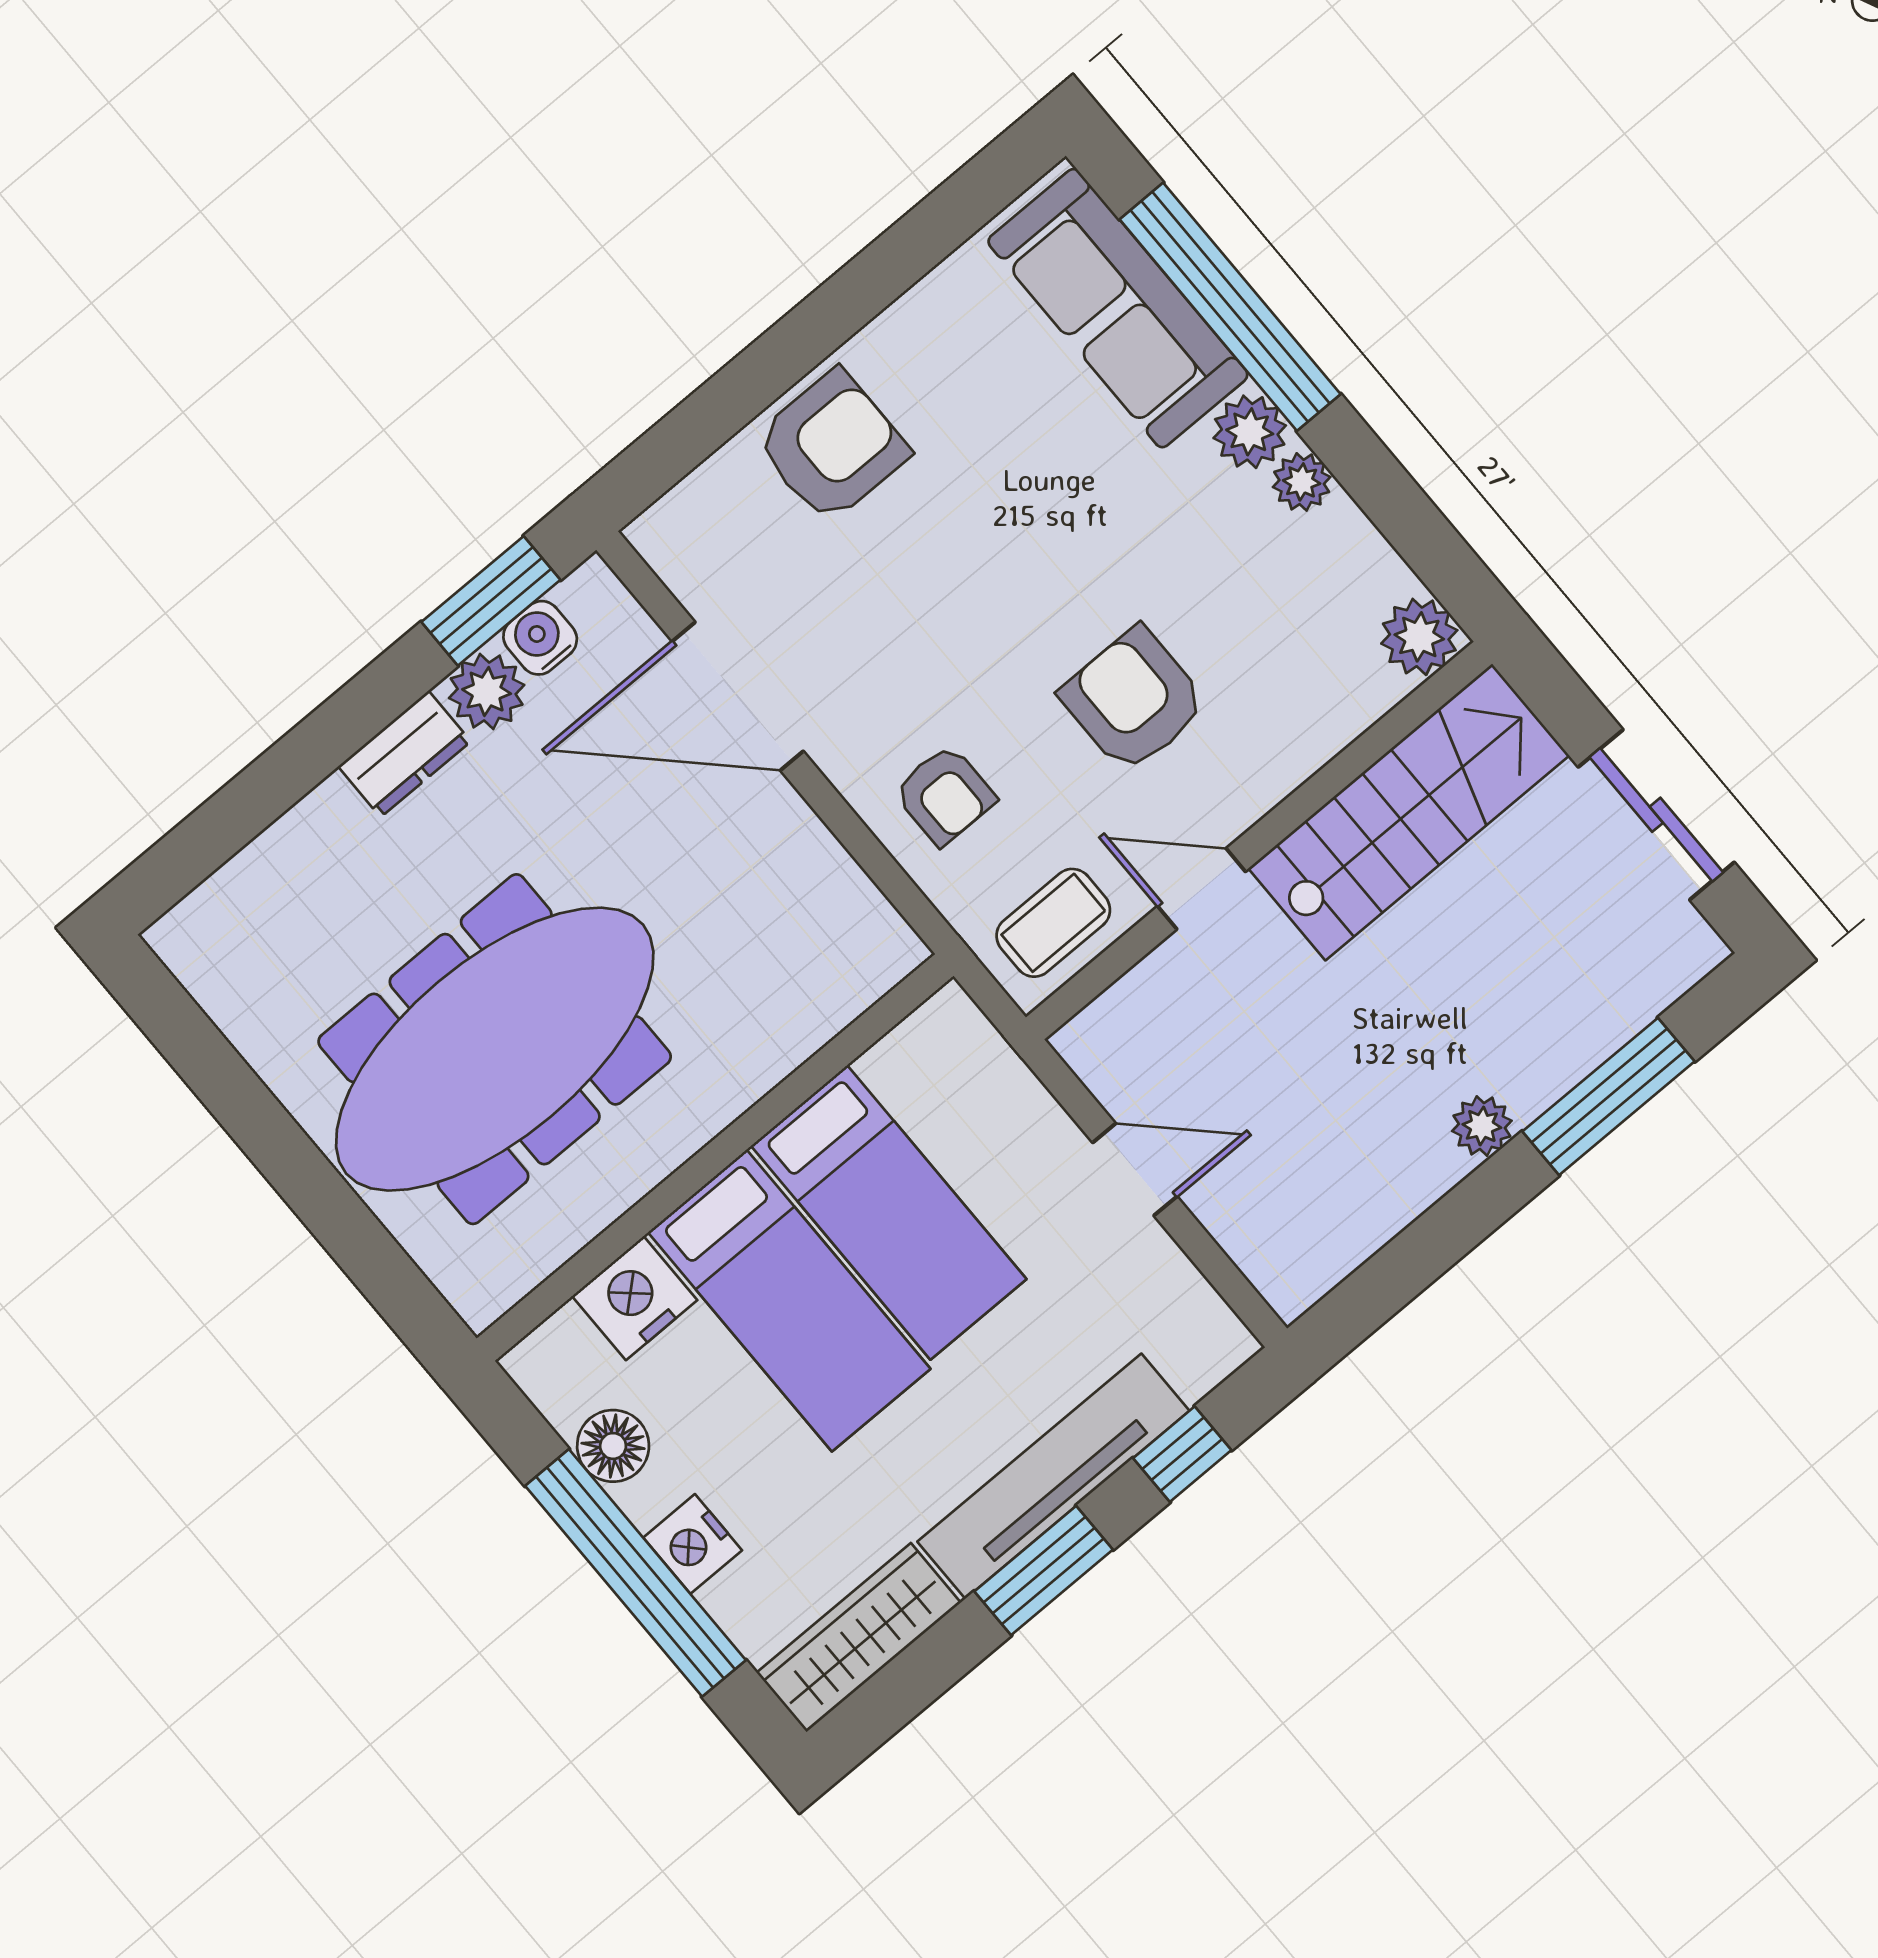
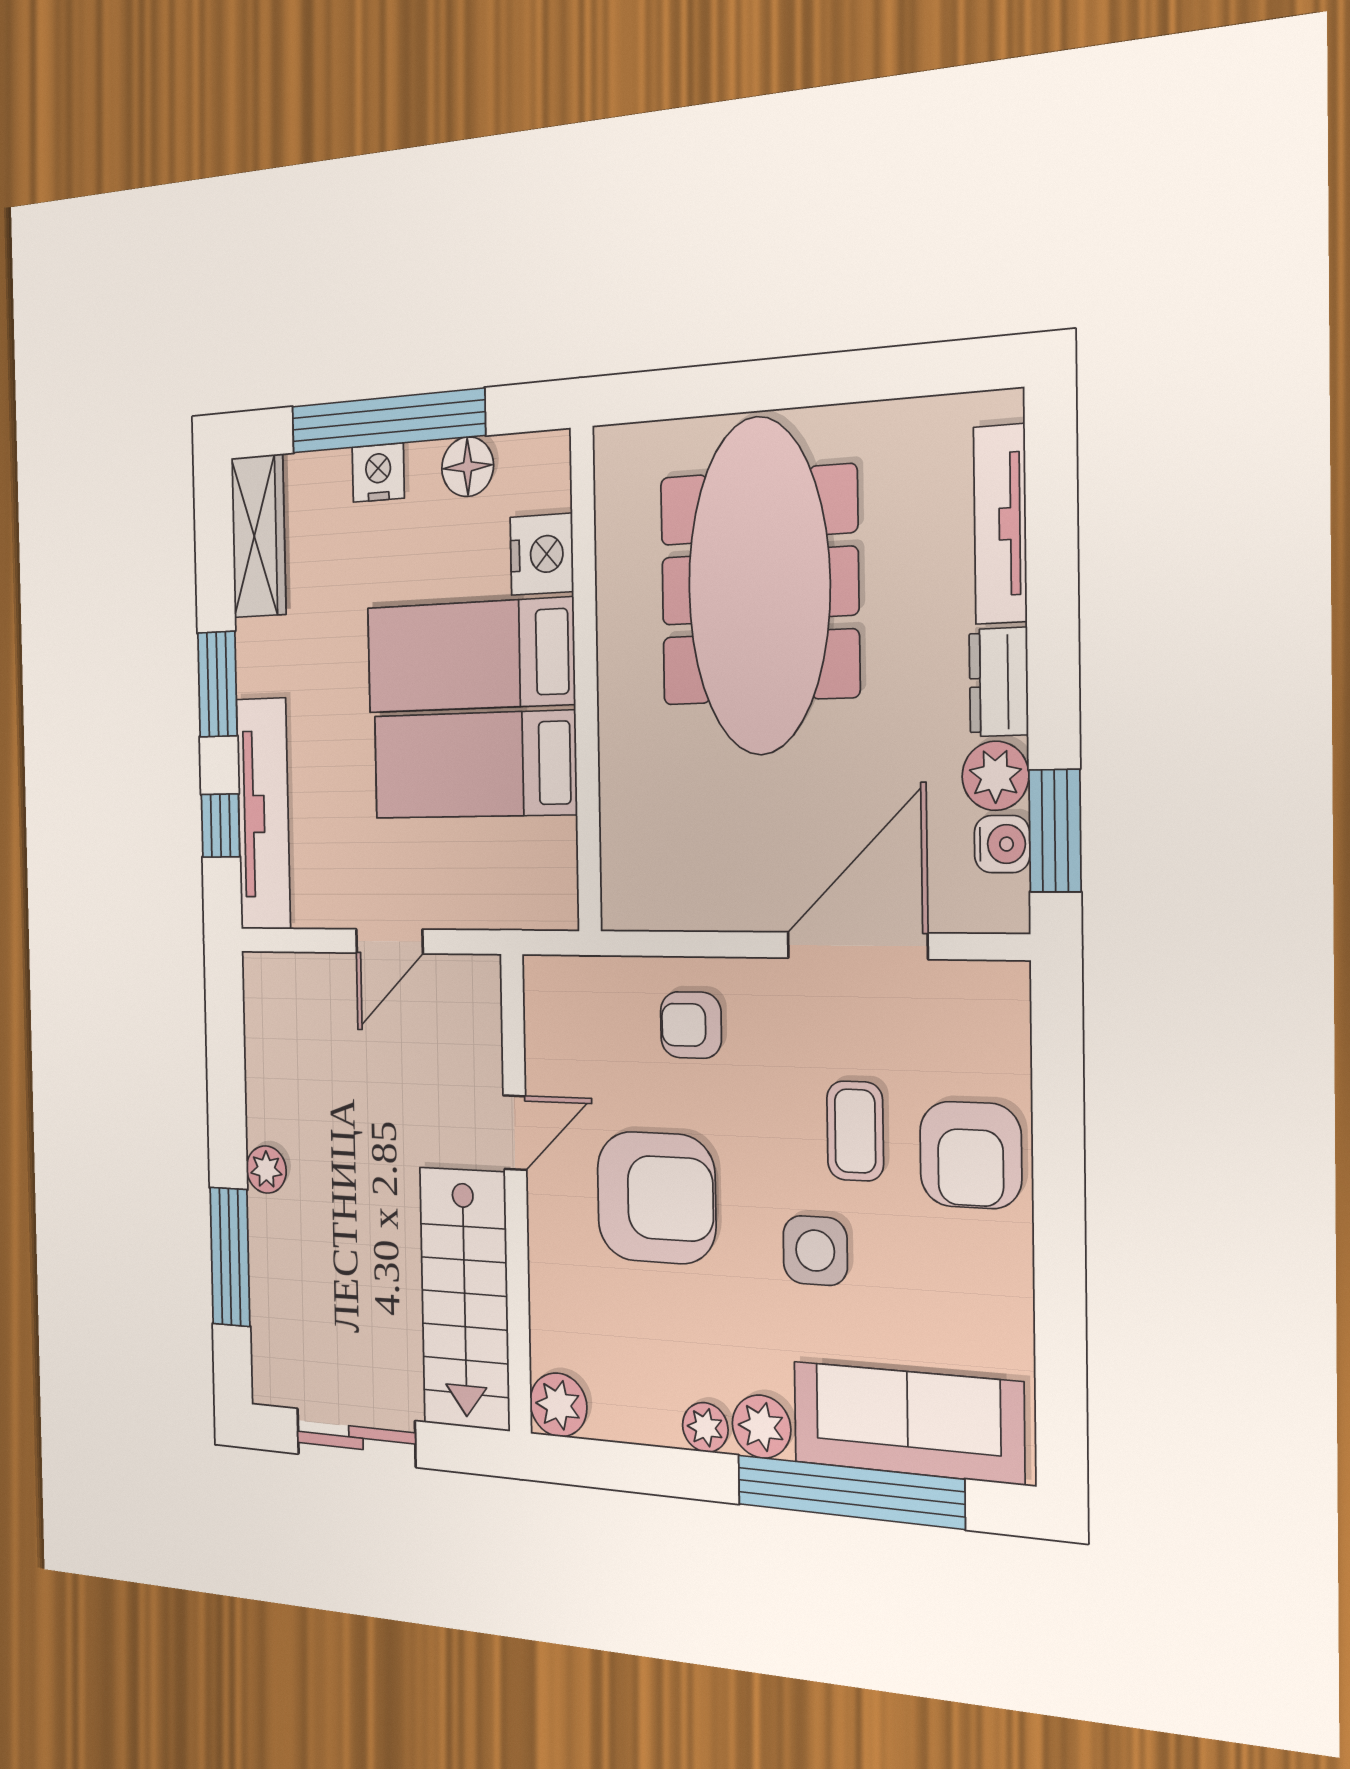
side table: (1043, 513) -> (815, 1251), added
armchair: (1134, 700) -> (656, 1198), width x1.36, depth x1.36
tv unit: (269, 862) -> (1000, 524), added
coffee table: (1053, 923) -> (855, 1131), moved
tv unit: (1053, 1476) -> (263, 814), moved

